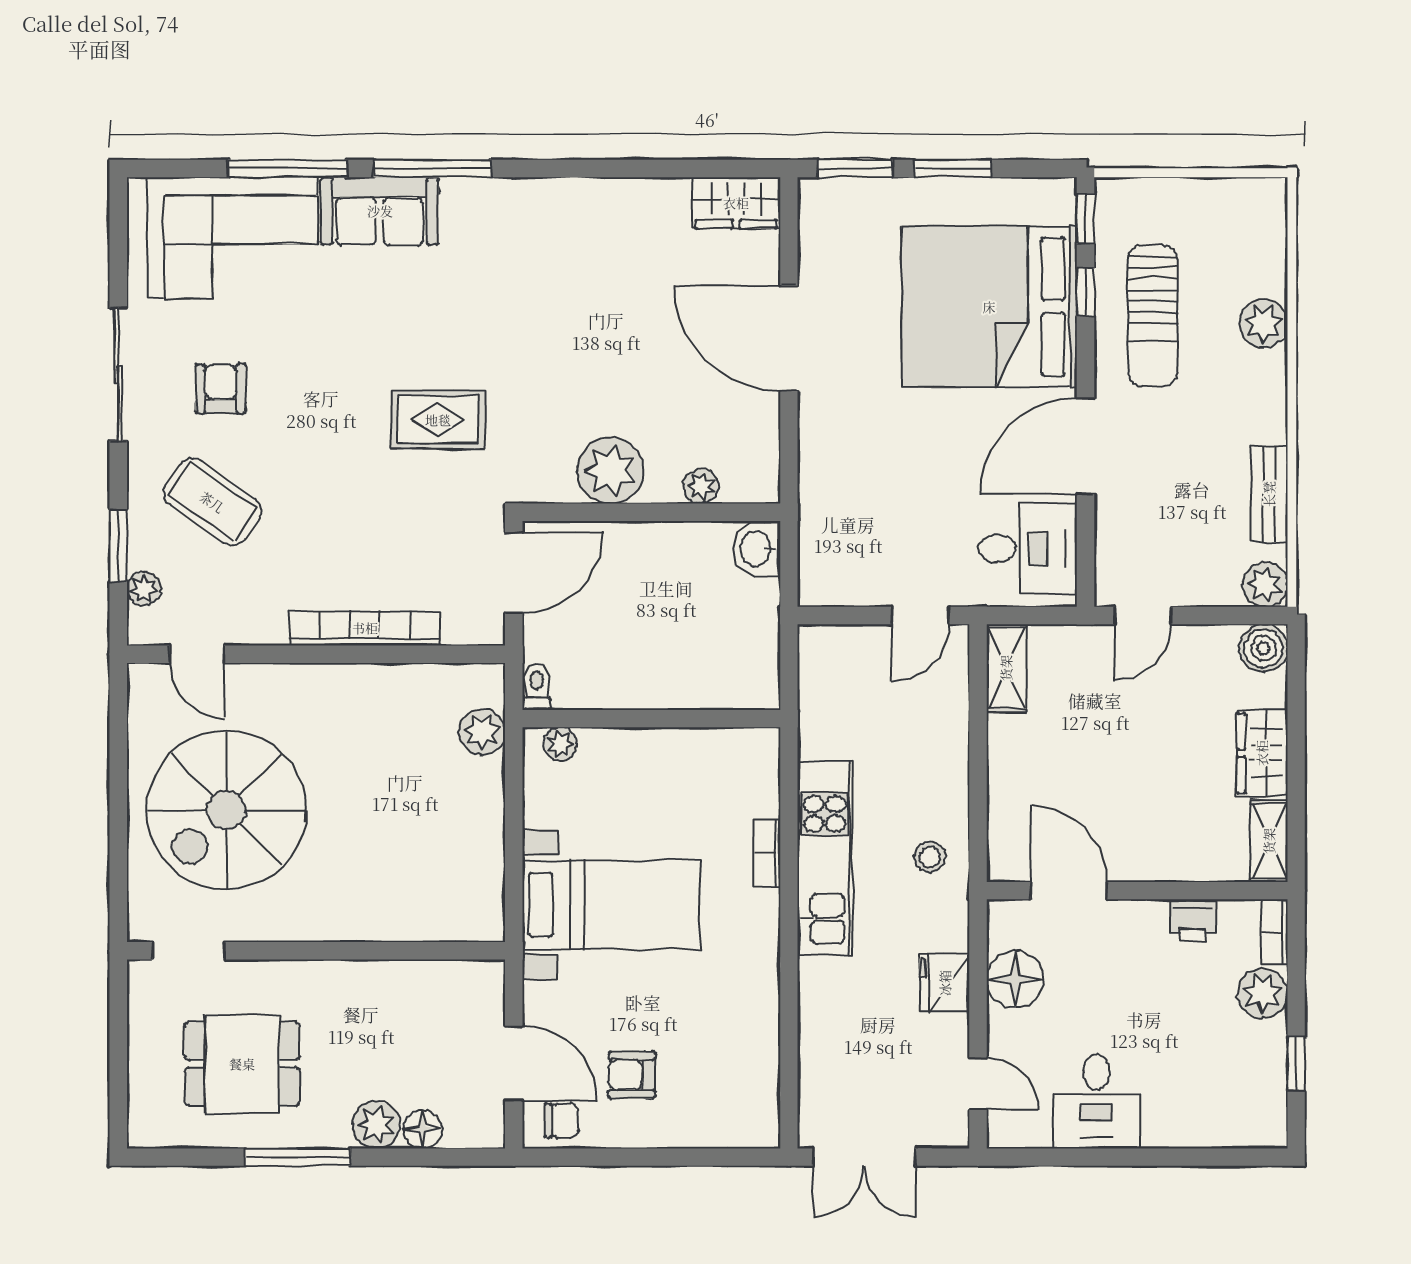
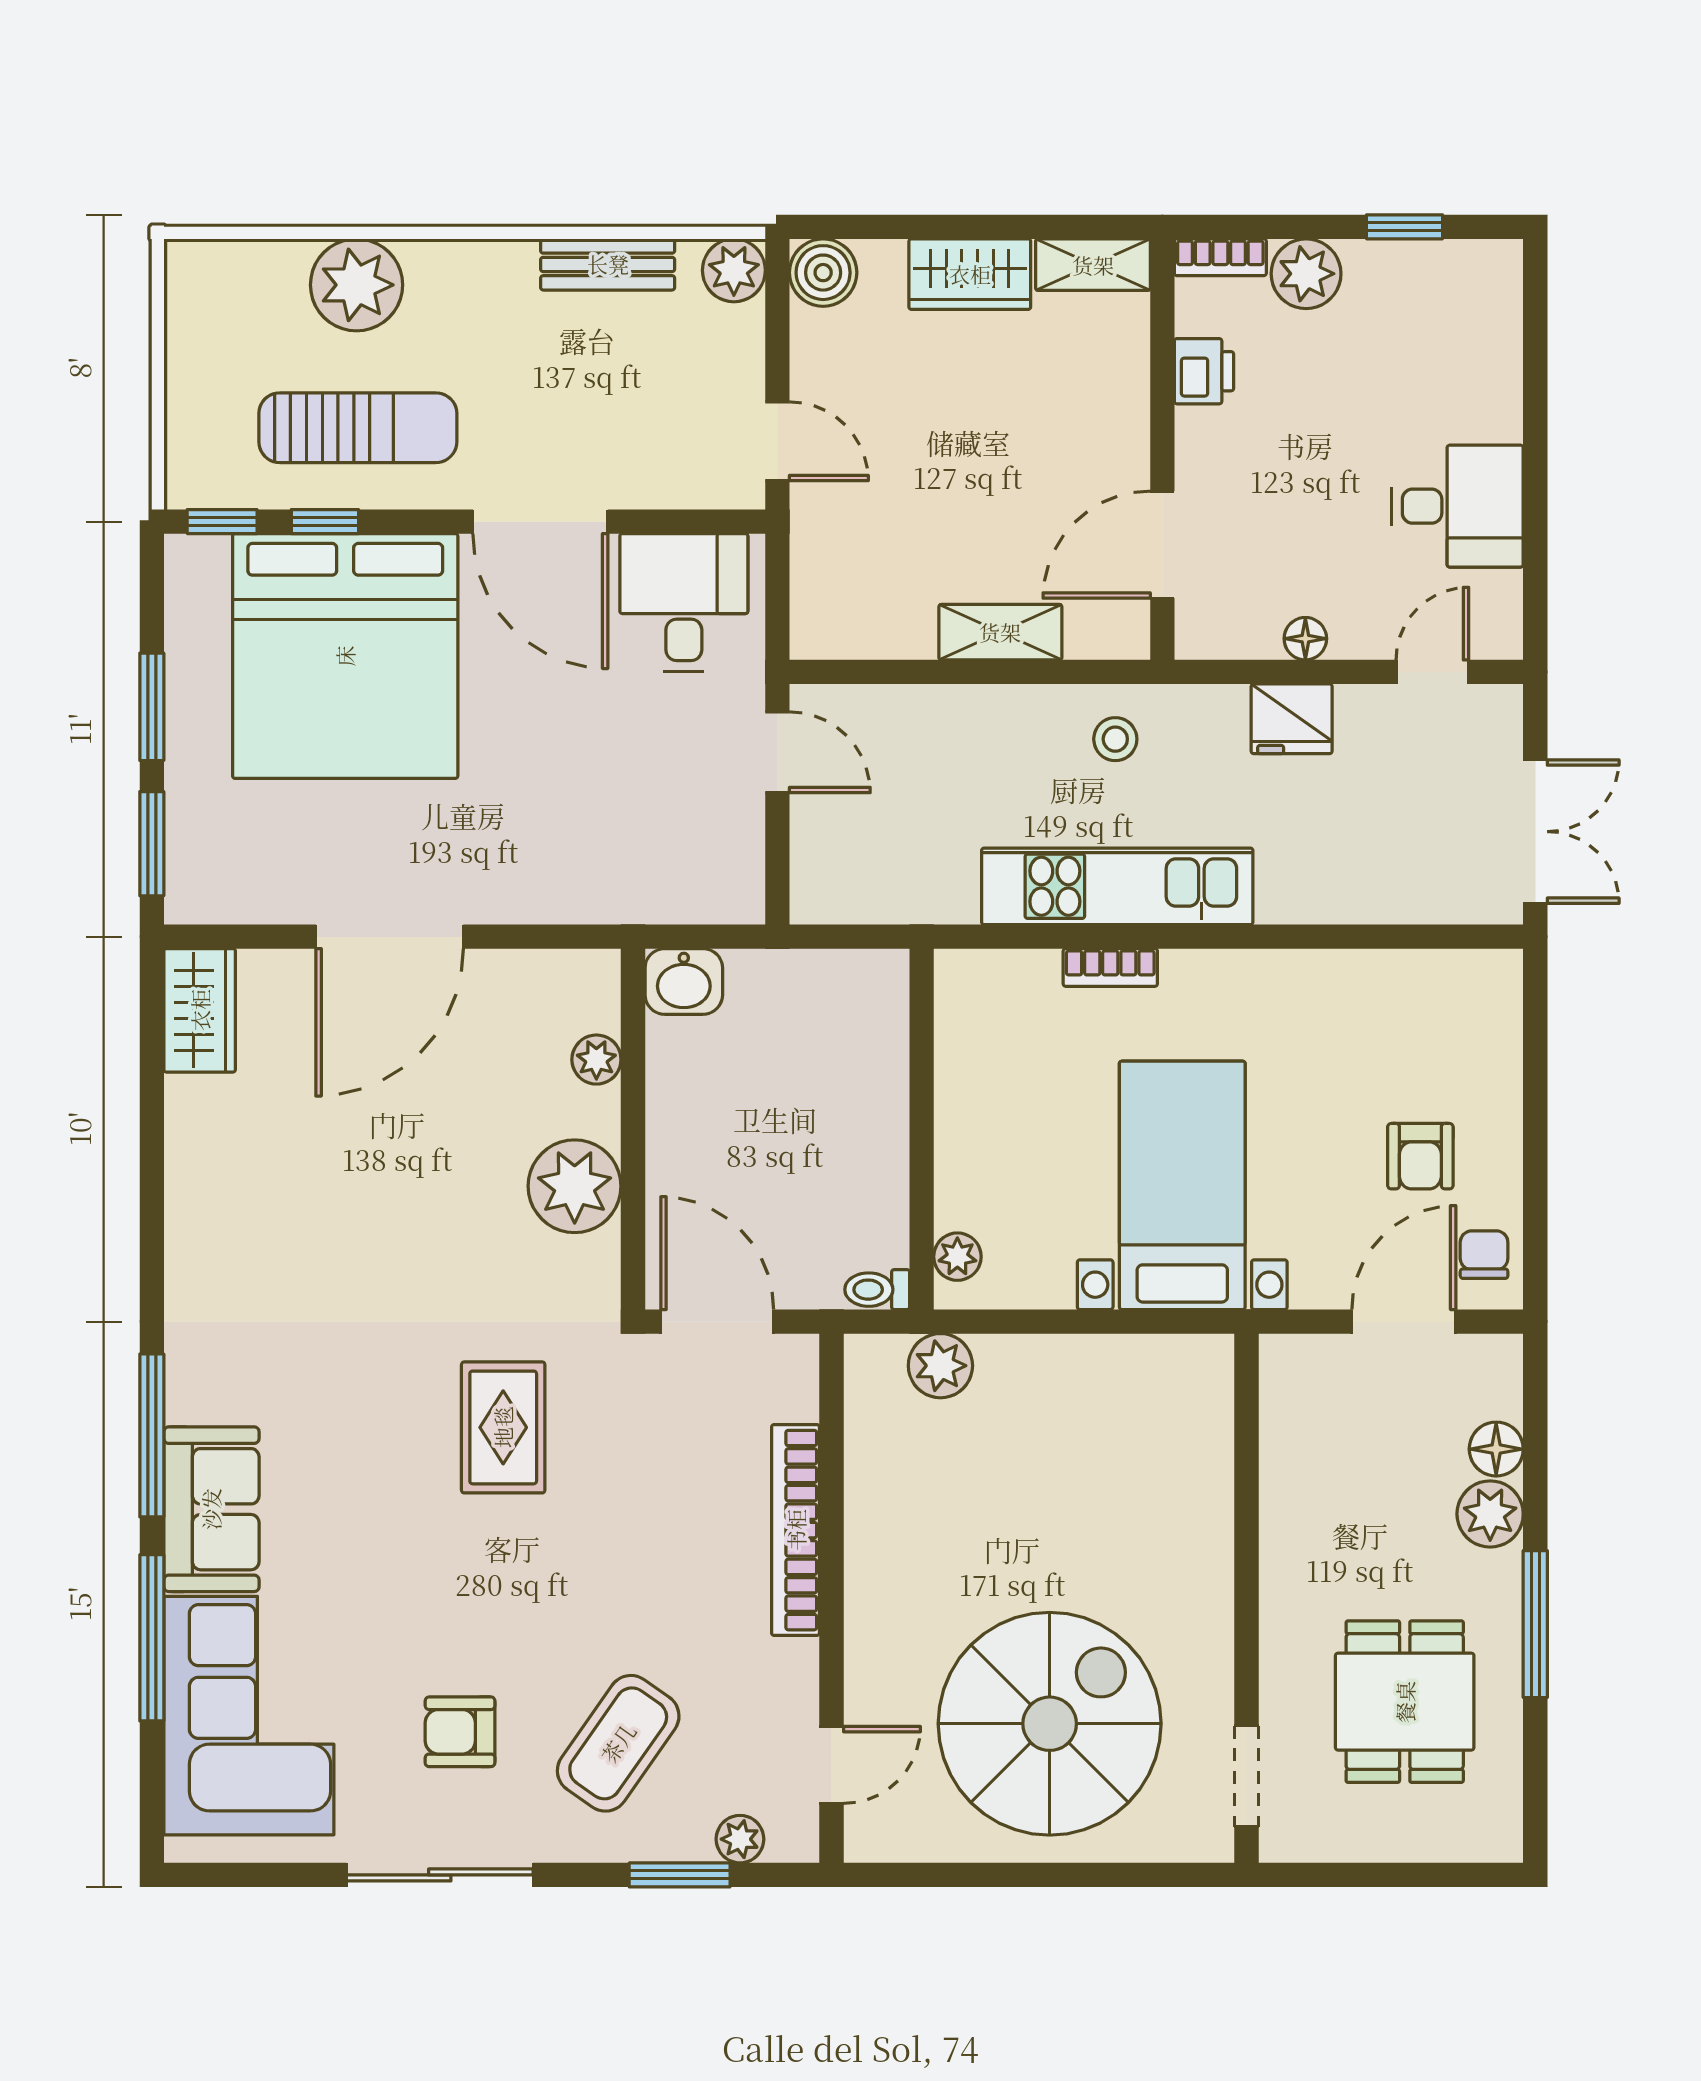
plant: (1263, 323) -> (357, 285), width x1.36, depth x1.36
shelving: (1006, 668) -> (1000, 632), moved
spiral stairs: (226, 810) -> (1050, 1724), turned -90
floor lamp: (1015, 979) -> (1305, 639), width x0.53, depth x0.53

